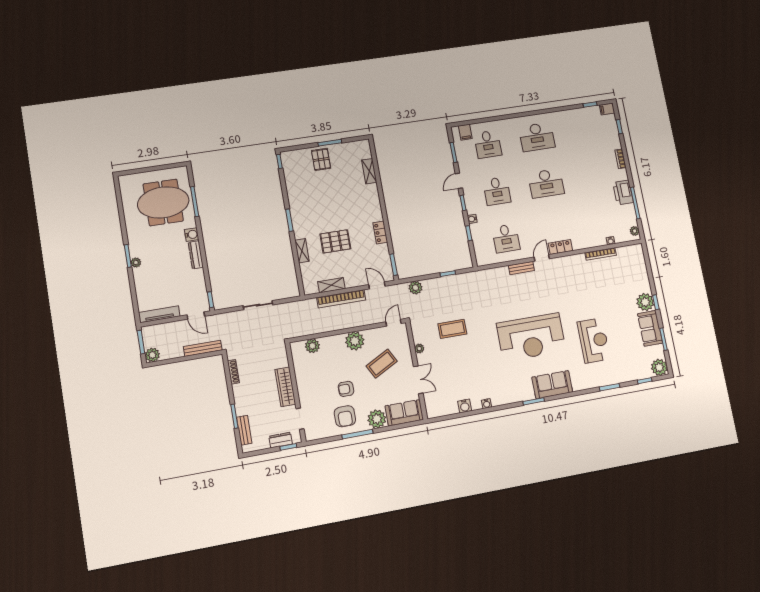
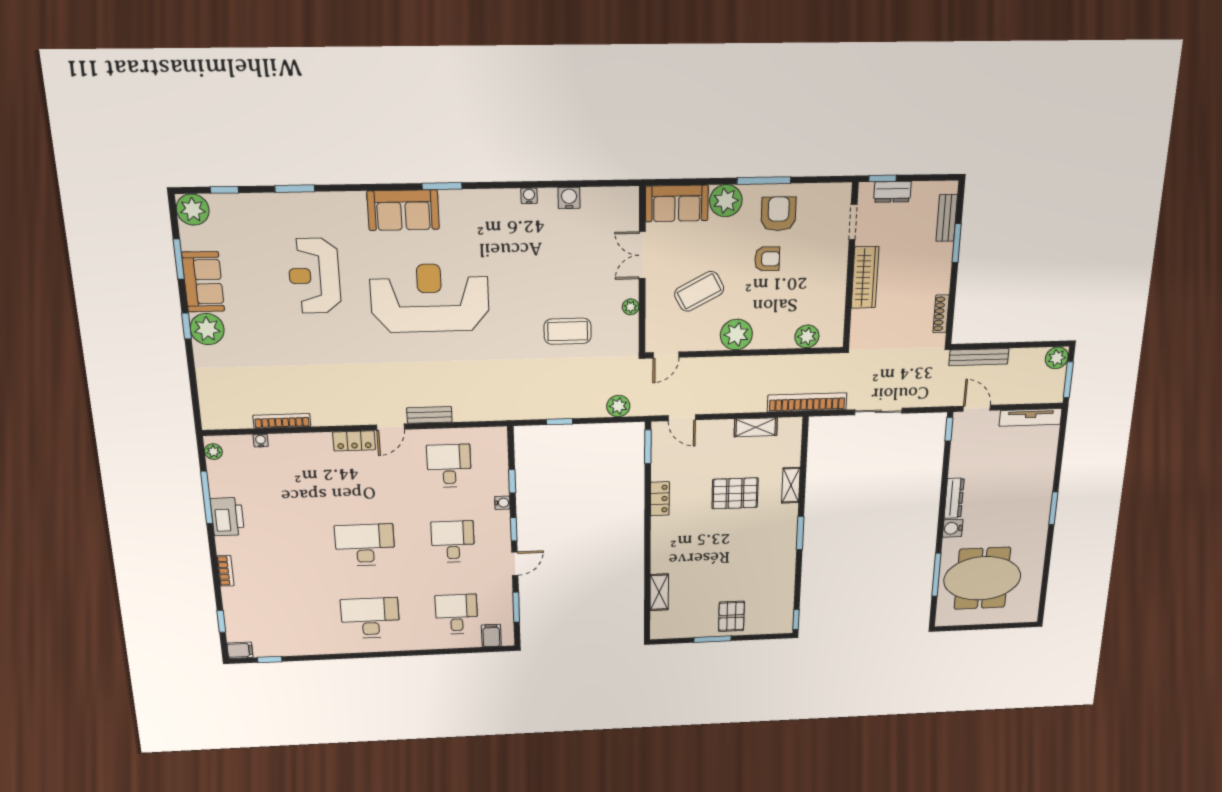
plant: (136, 263) -> (1044, 497), removed
bookcase: (341, 299) -> (807, 402), moved

